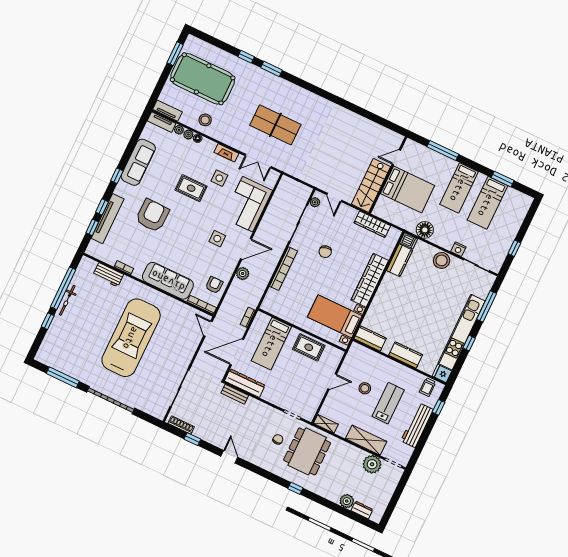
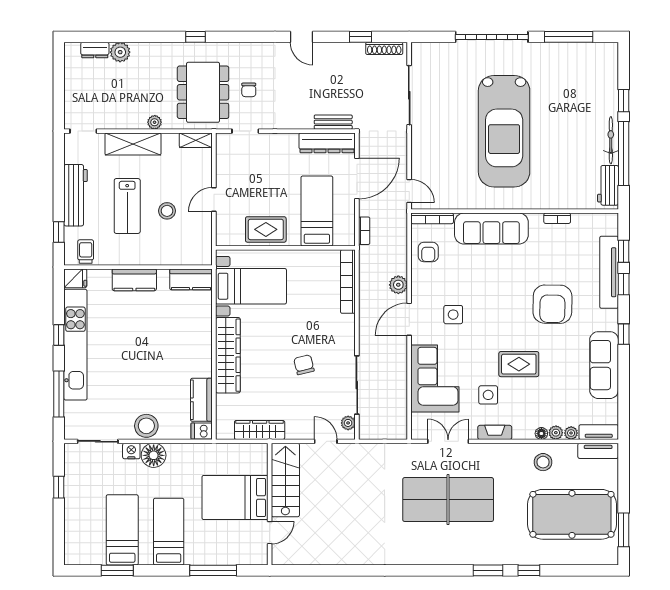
table tennis table: (275, 125) -> (448, 500), width x1.36, depth x1.32
floor lamp: (425, 230) -> (154, 455), moved
bookcase: (283, 269) -> (348, 282), moved
workbench: (108, 275) -> (608, 185), moved, turned -90
plant: (372, 464) -> (155, 122), moved, width x0.53, depth x0.53

